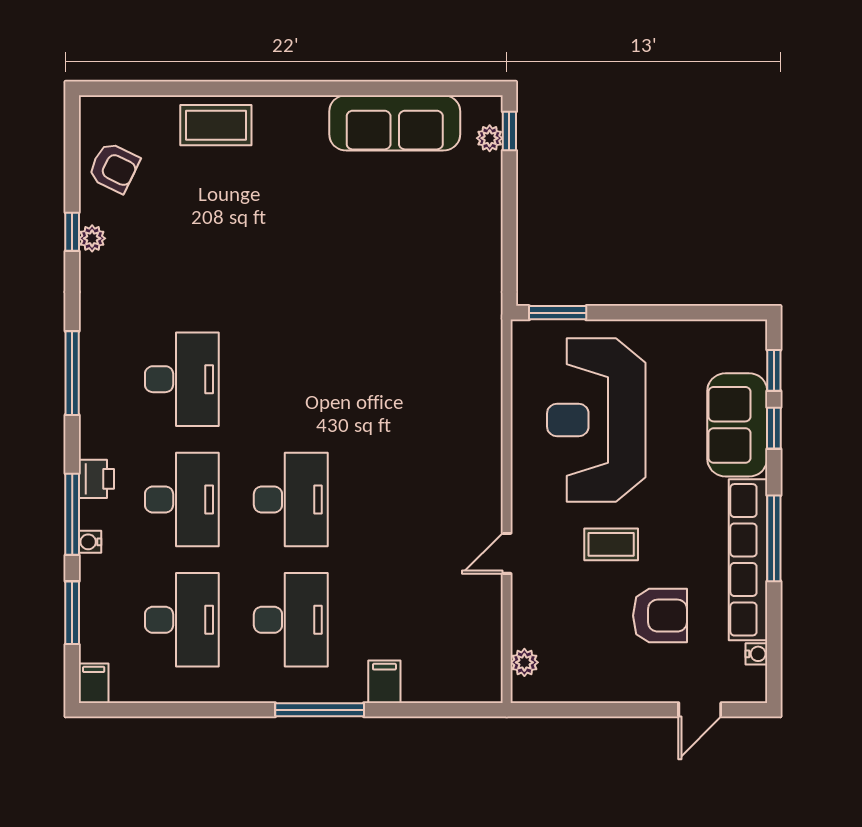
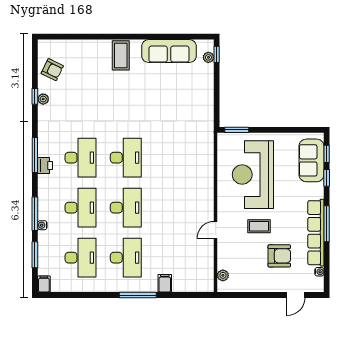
coffee table: (216, 125) -> (121, 55), moved, turned 90
desk: (291, 379) -> (126, 158), added
sofa: (737, 425) -> (311, 160), moved
printer: (96, 479) -> (45, 166), moved

